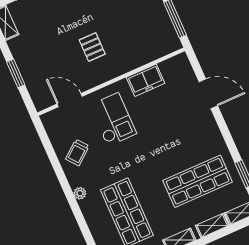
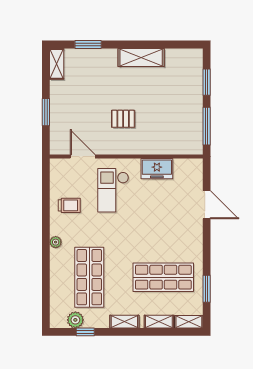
pallet: (92, 47) -> (123, 119), turned 90
checkout: (113, 119) -> (113, 190), turned 180
trolley: (77, 153) -> (69, 205), turned -141

